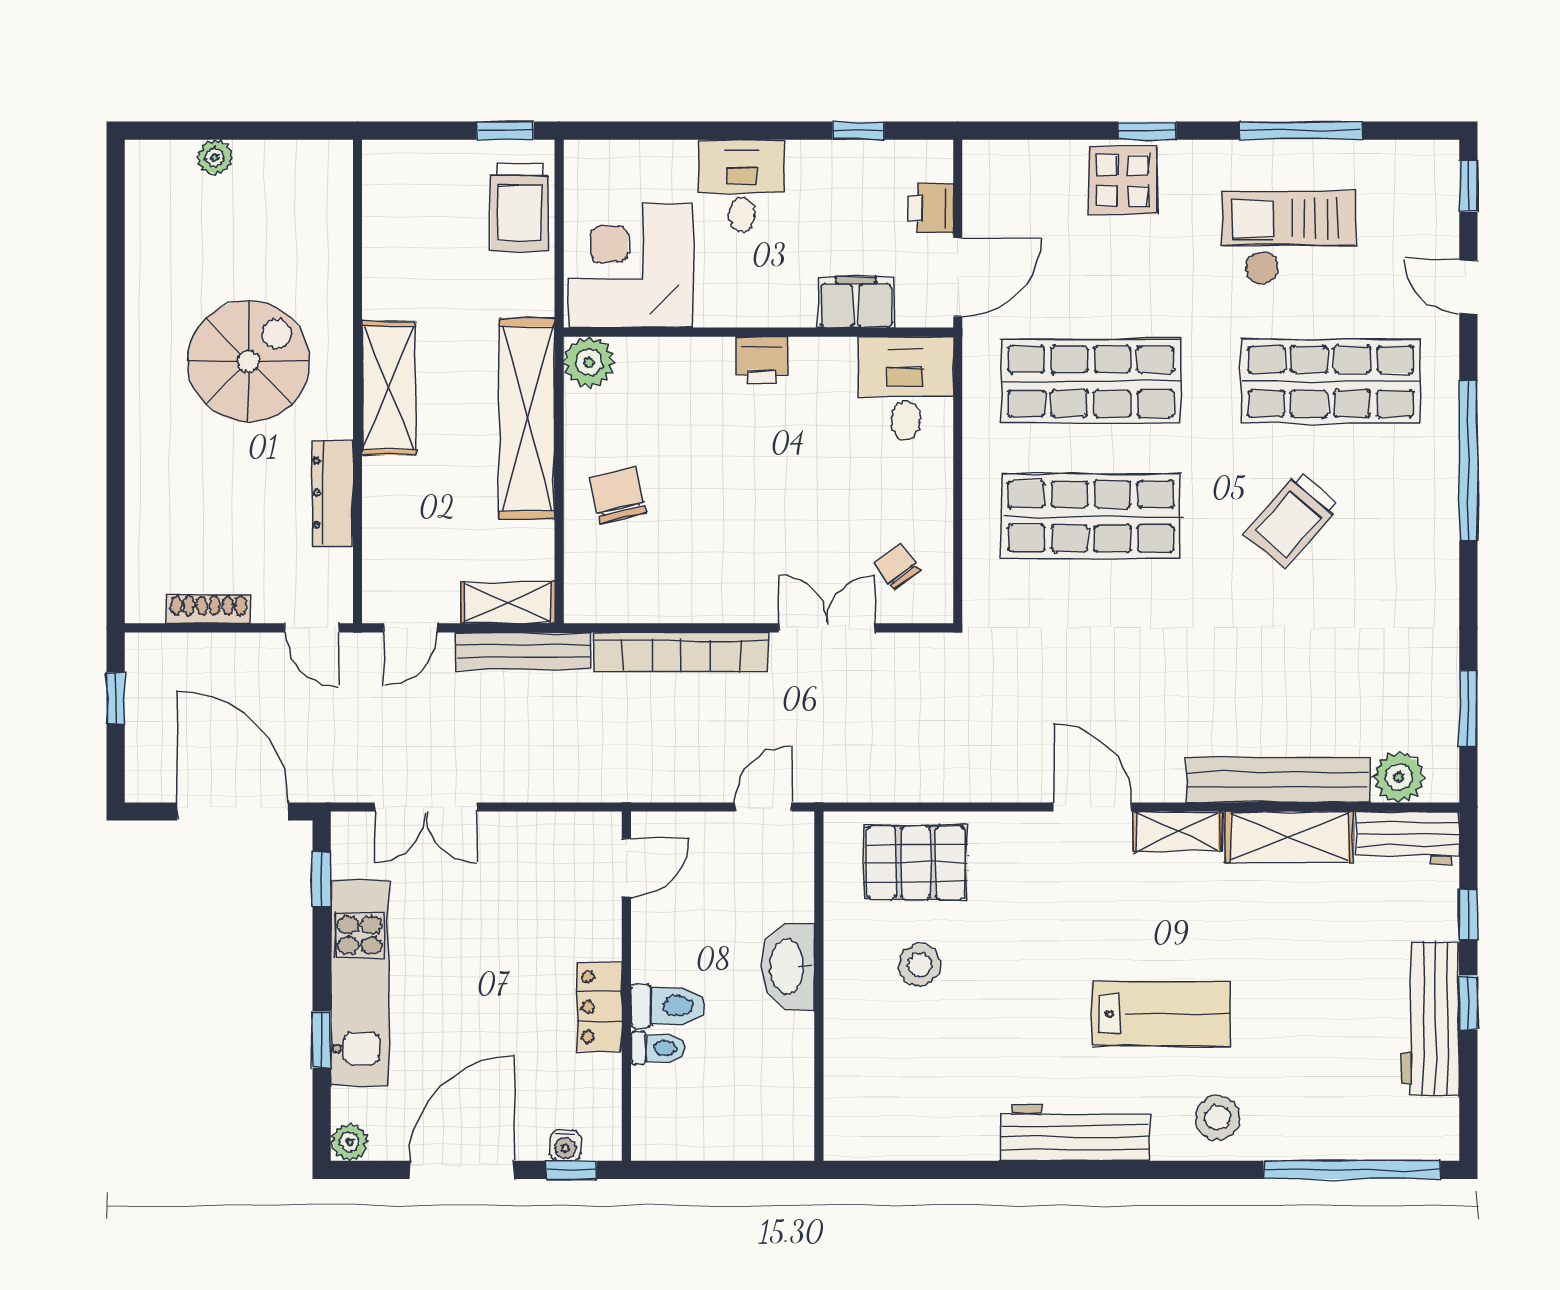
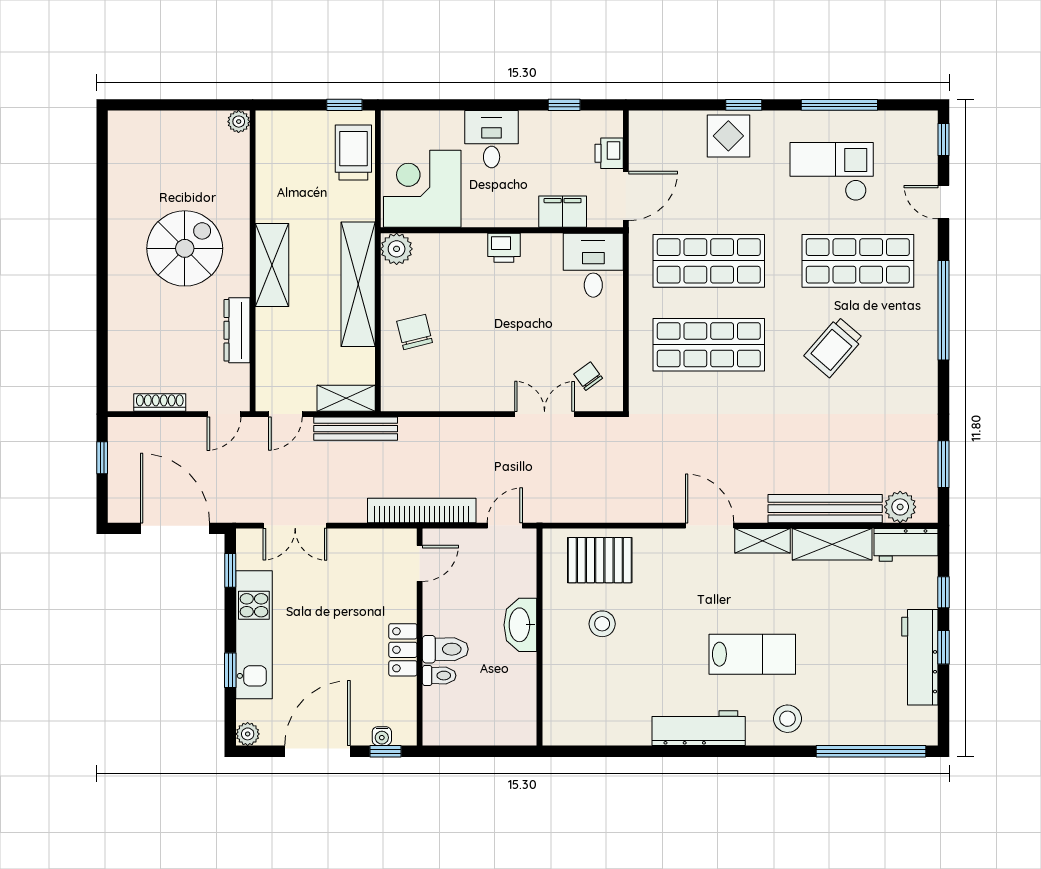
plant: (215, 157) -> (239, 122), moved
trolley: (520, 207) -> (353, 152), turned 180
door: (311, 628) -> (224, 414), hinge flipped
bookcase: (681, 652) -> (422, 510), moved, turned 180

